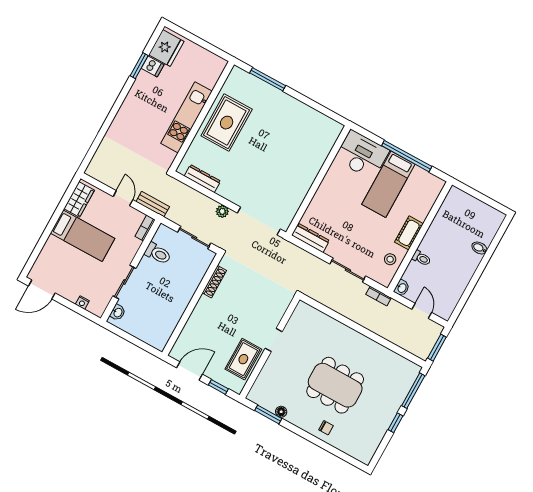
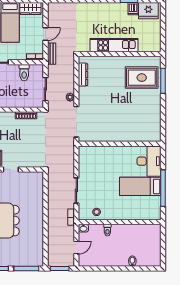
rug: (227, 123) -> (142, 78), moved
cot: (409, 233) -> (118, 214), removed
dresser: (311, 238) -> (83, 158), removed

